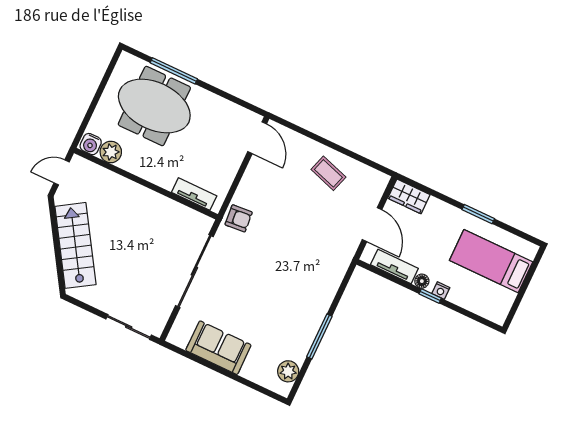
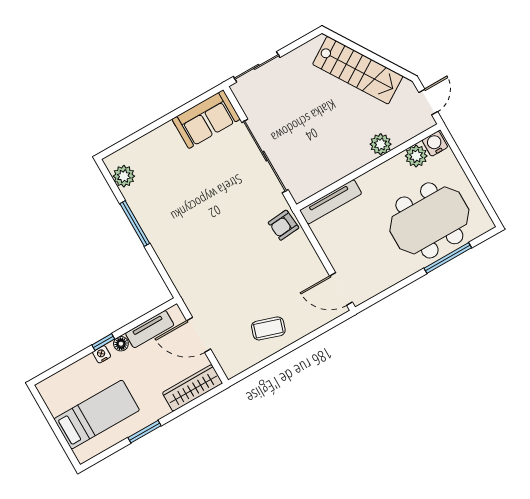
plant: (121, 187) -> (381, 144), added
tv unit: (194, 194) -> (331, 202), width x1.41
wardrobe: (409, 196) -> (192, 388), width x1.50
sofa: (218, 348) -> (206, 119), moved

